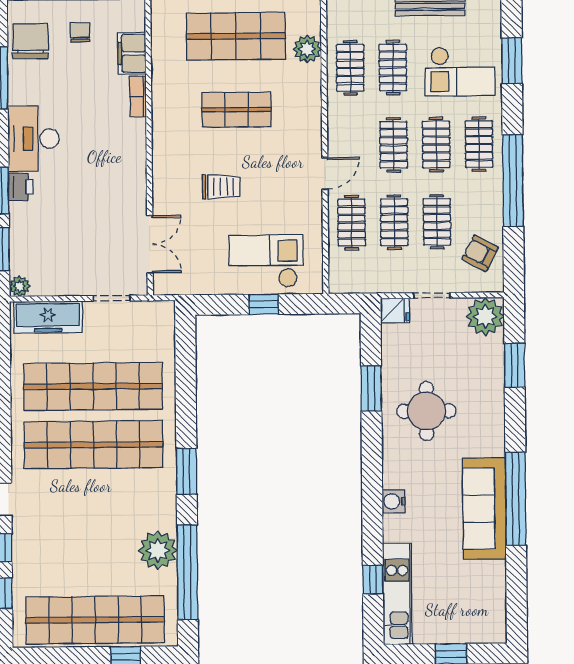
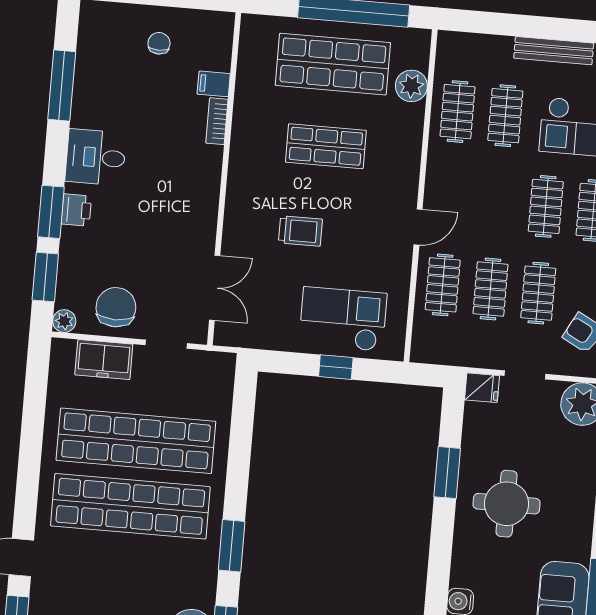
chair: (30, 41) -> (116, 307), moved
filing cabinet: (132, 53) -> (214, 84), width x0.50
desk: (34, 139) -> (96, 157), width x0.73
clothes rail: (394, 145) -> (498, 202), removed
freezer: (48, 317) -> (104, 360), width x0.71

